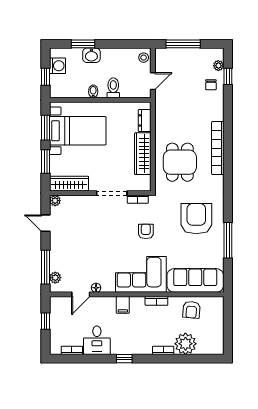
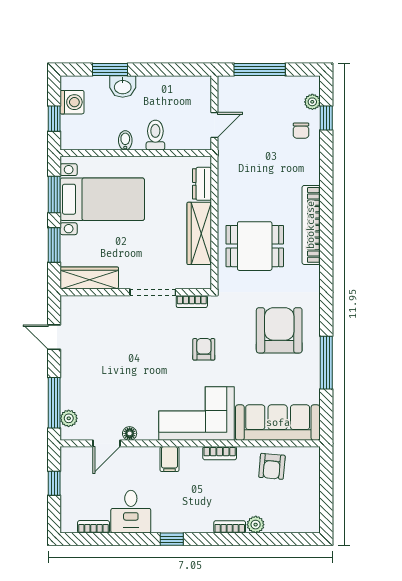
stool: (144, 58) -> (201, 90), removed
dining table: (180, 162) -> (255, 246), turned 90
plant: (55, 201) -> (68, 303), removed
plant: (185, 344) -> (256, 525), width x0.53, depth x0.53

